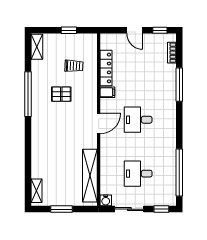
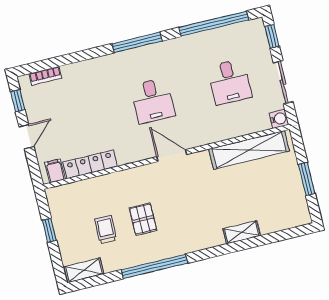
trolley: (74, 66) -> (106, 230), moved
window: (179, 85) -> (137, 42), moved
filing cabinet: (107, 92) -> (55, 171), moved
shelving: (37, 191) -> (242, 232), moved

